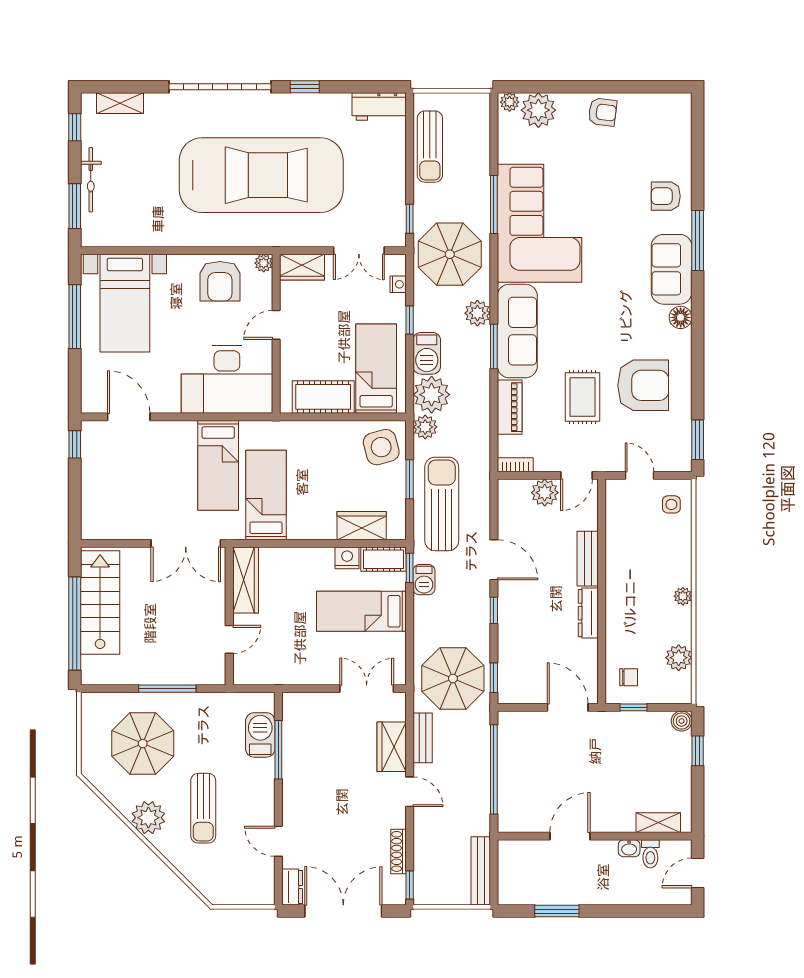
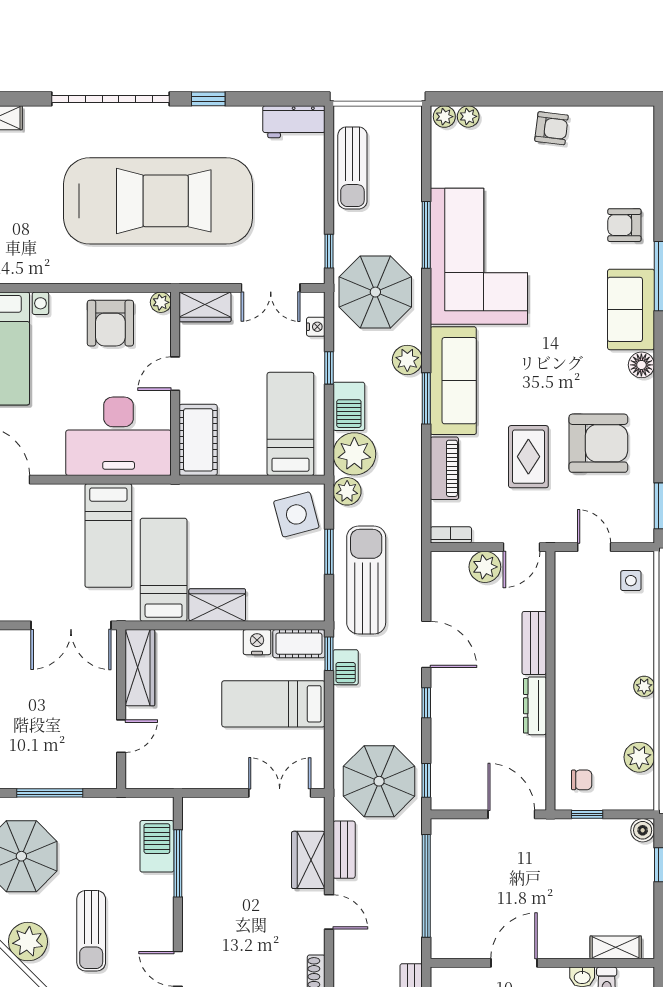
plant: (538, 110) -> (468, 116), width x0.53, depth x0.53
cot: (323, 397) -> (198, 440), moved, turned 90
wardrobe: (362, 526) -> (217, 605), moved

